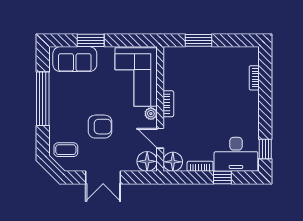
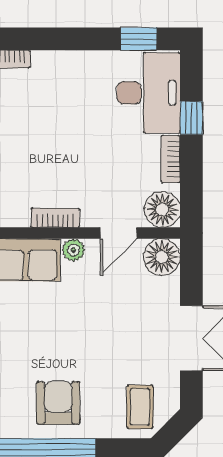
armchair: (100, 127) -> (58, 403), moved

